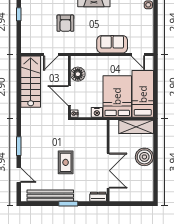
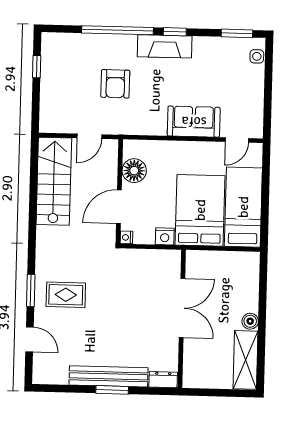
door: (138, 54) -> (237, 140), hinge flipped
door: (69, 96) -> (119, 207), hinge flipped
shelving: (136, 127) -> (246, 360), moved, turned 90
boiler: (144, 157) -> (250, 321), width x0.54, depth x0.54
rug: (66, 162) -> (66, 295), moved, turned 90
double door: (108, 171) -> (182, 308), moved
bench: (50, 196) -> (108, 376), moved

